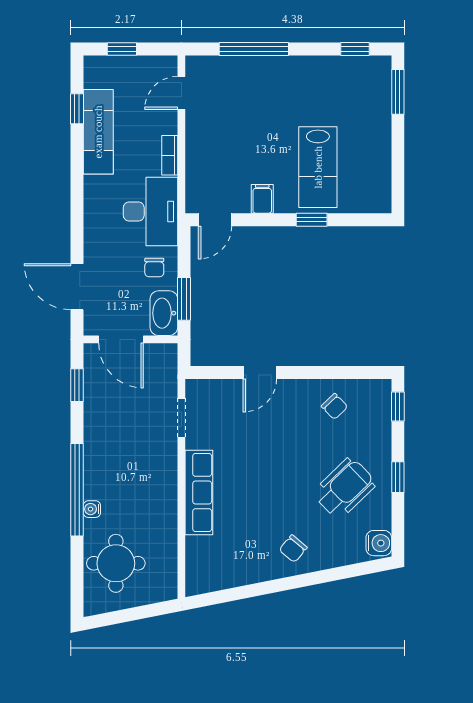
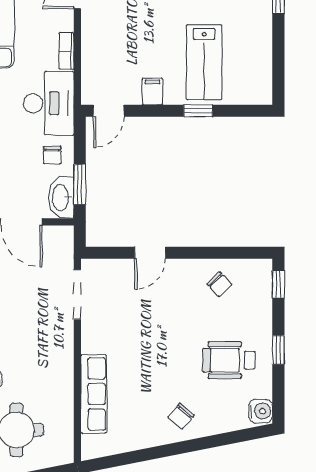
doorway: (181, 418) -> (77, 295), width x1.38
wheelchair: (345, 488) -> (229, 360), turned -136
row of seats: (199, 493) -> (94, 394), moved

